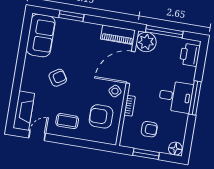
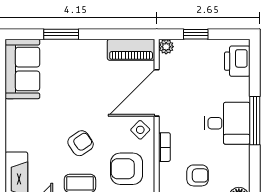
window: (164, 32) -> (196, 34), width x0.46
plant: (146, 42) -> (166, 47), width x0.53, depth x0.53
armchair: (58, 78) -> (81, 143), moved

